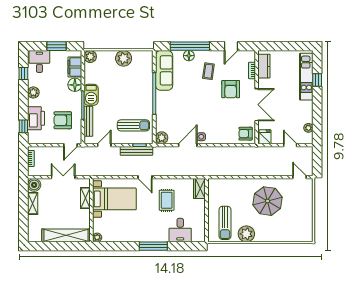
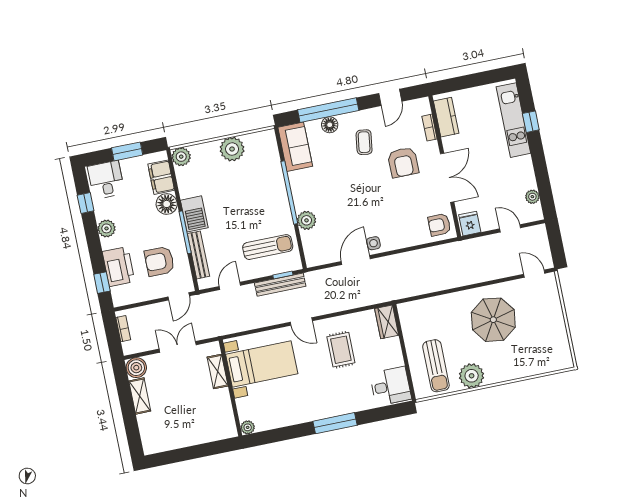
sofa: (164, 70) -> (295, 147), width x0.73
plant: (162, 138) -> (307, 220), moved
desk: (180, 230) -> (390, 386), moved, turned -90
shelving: (66, 235) -> (200, 434), removed

